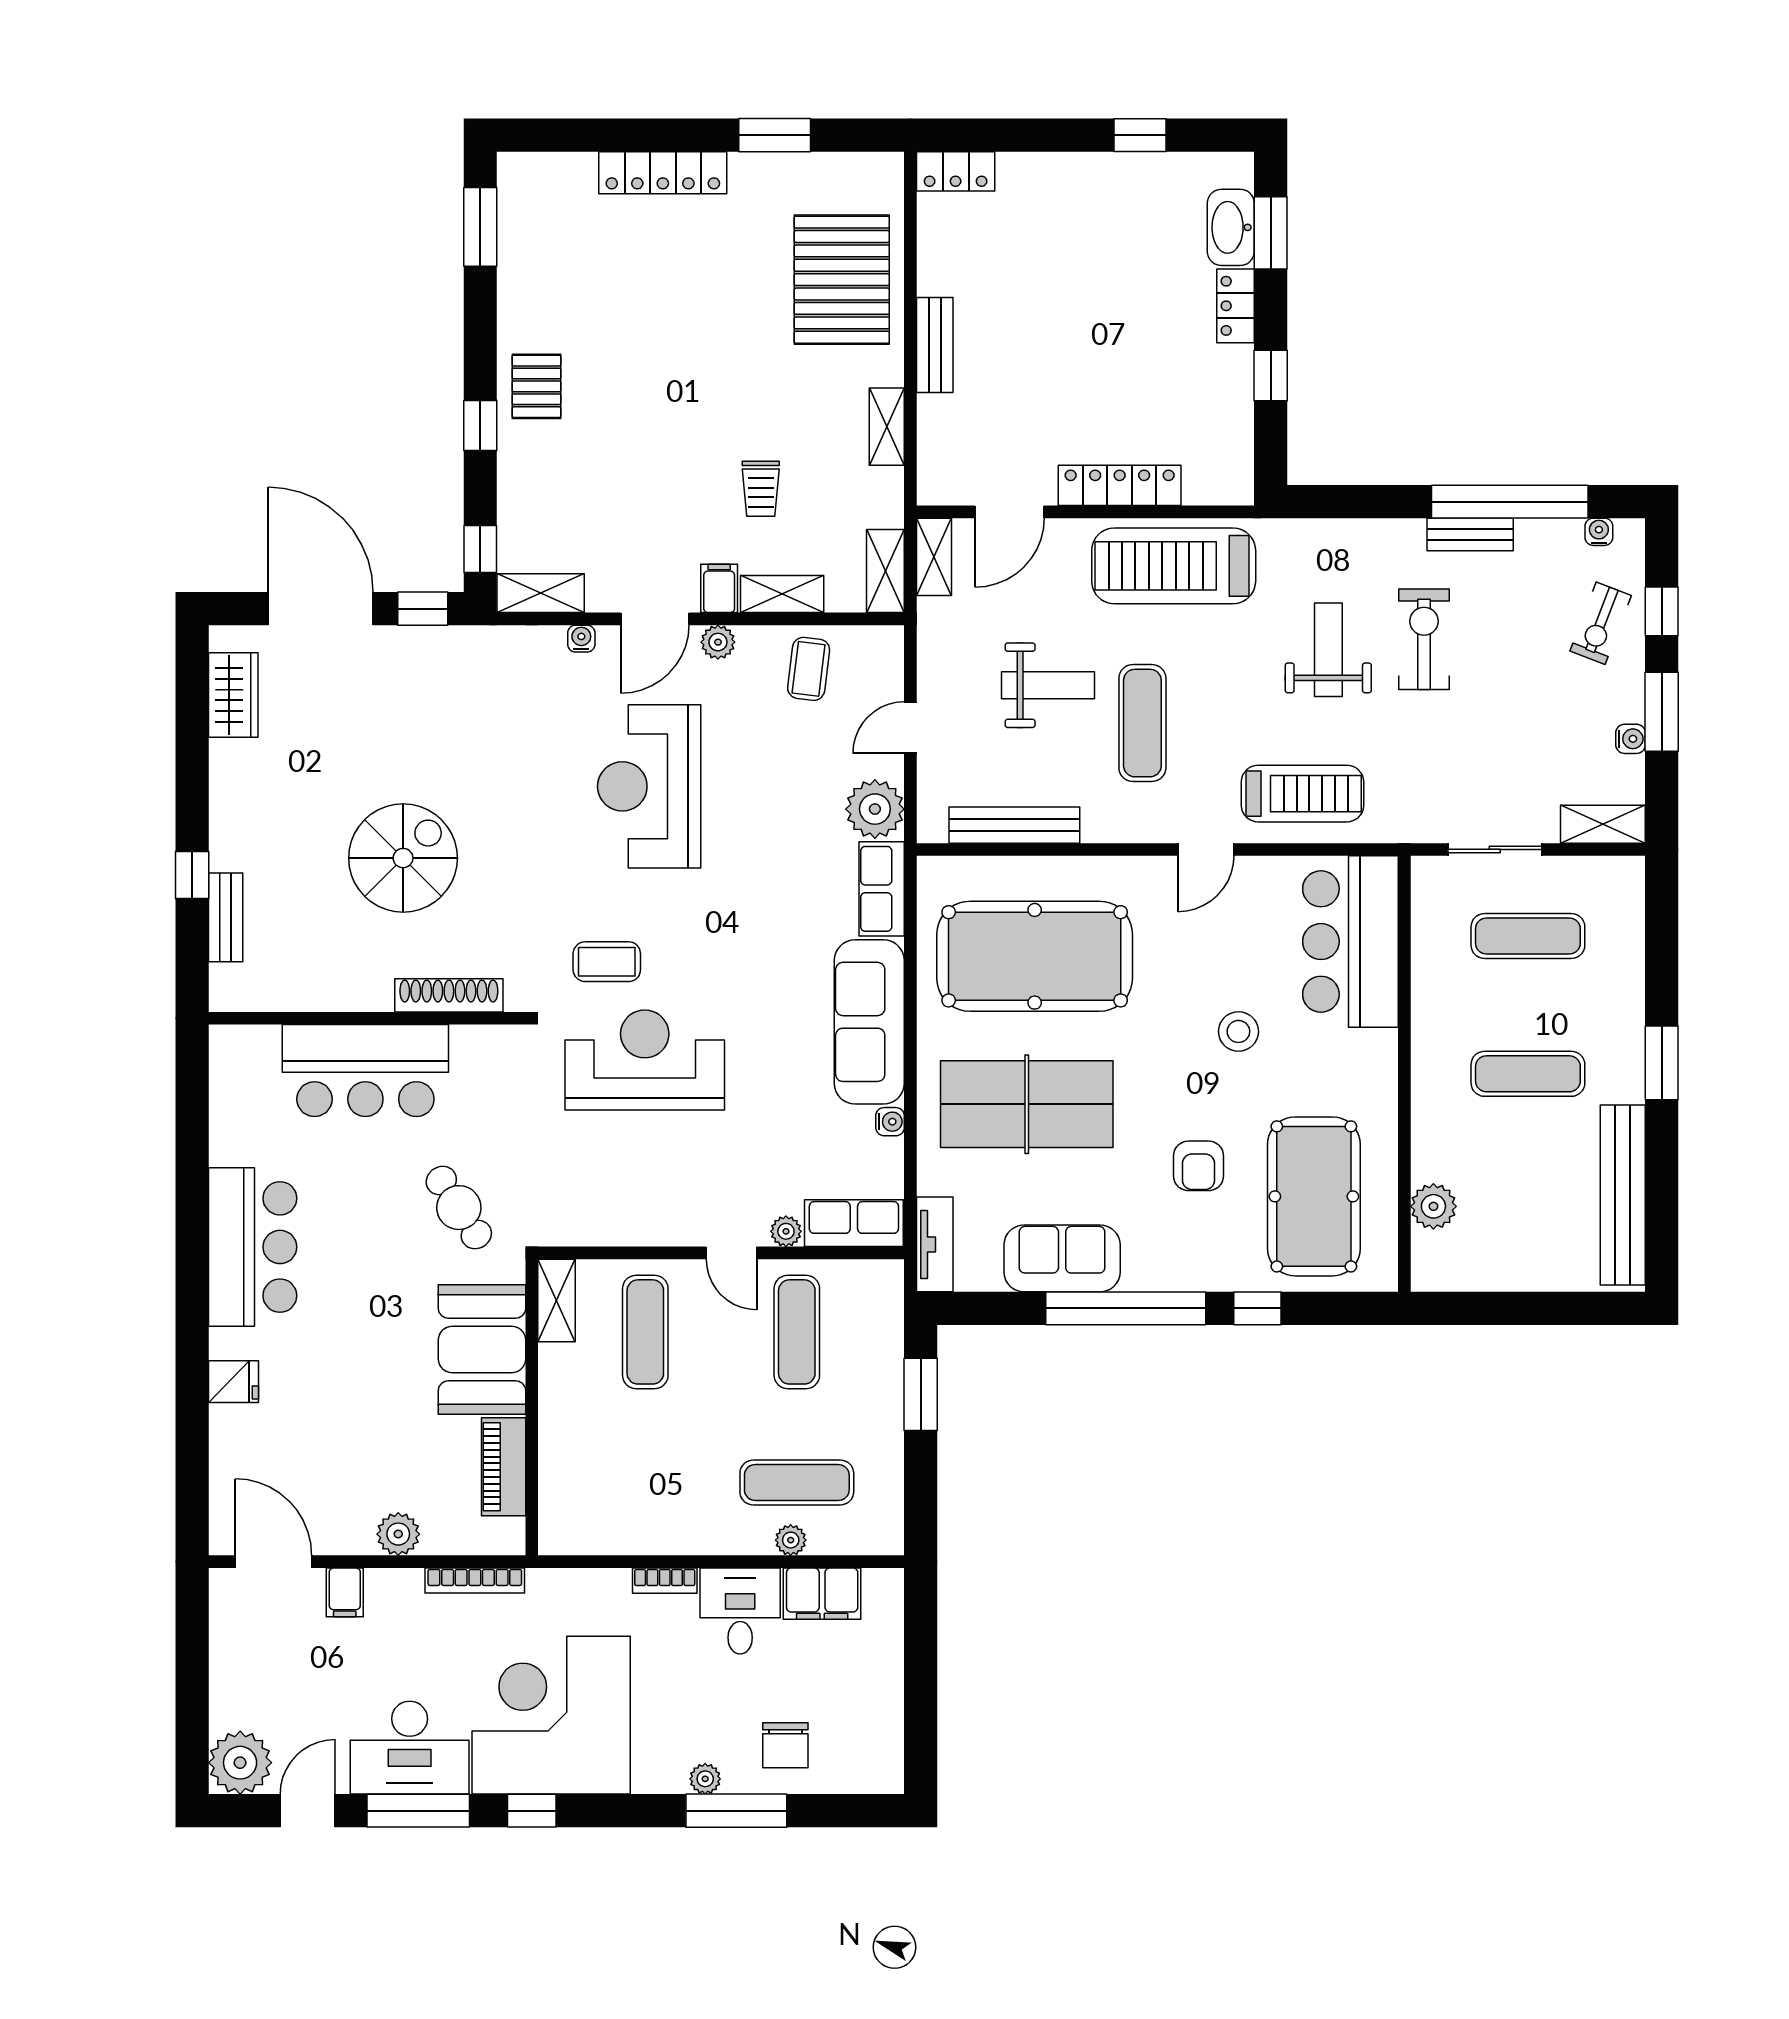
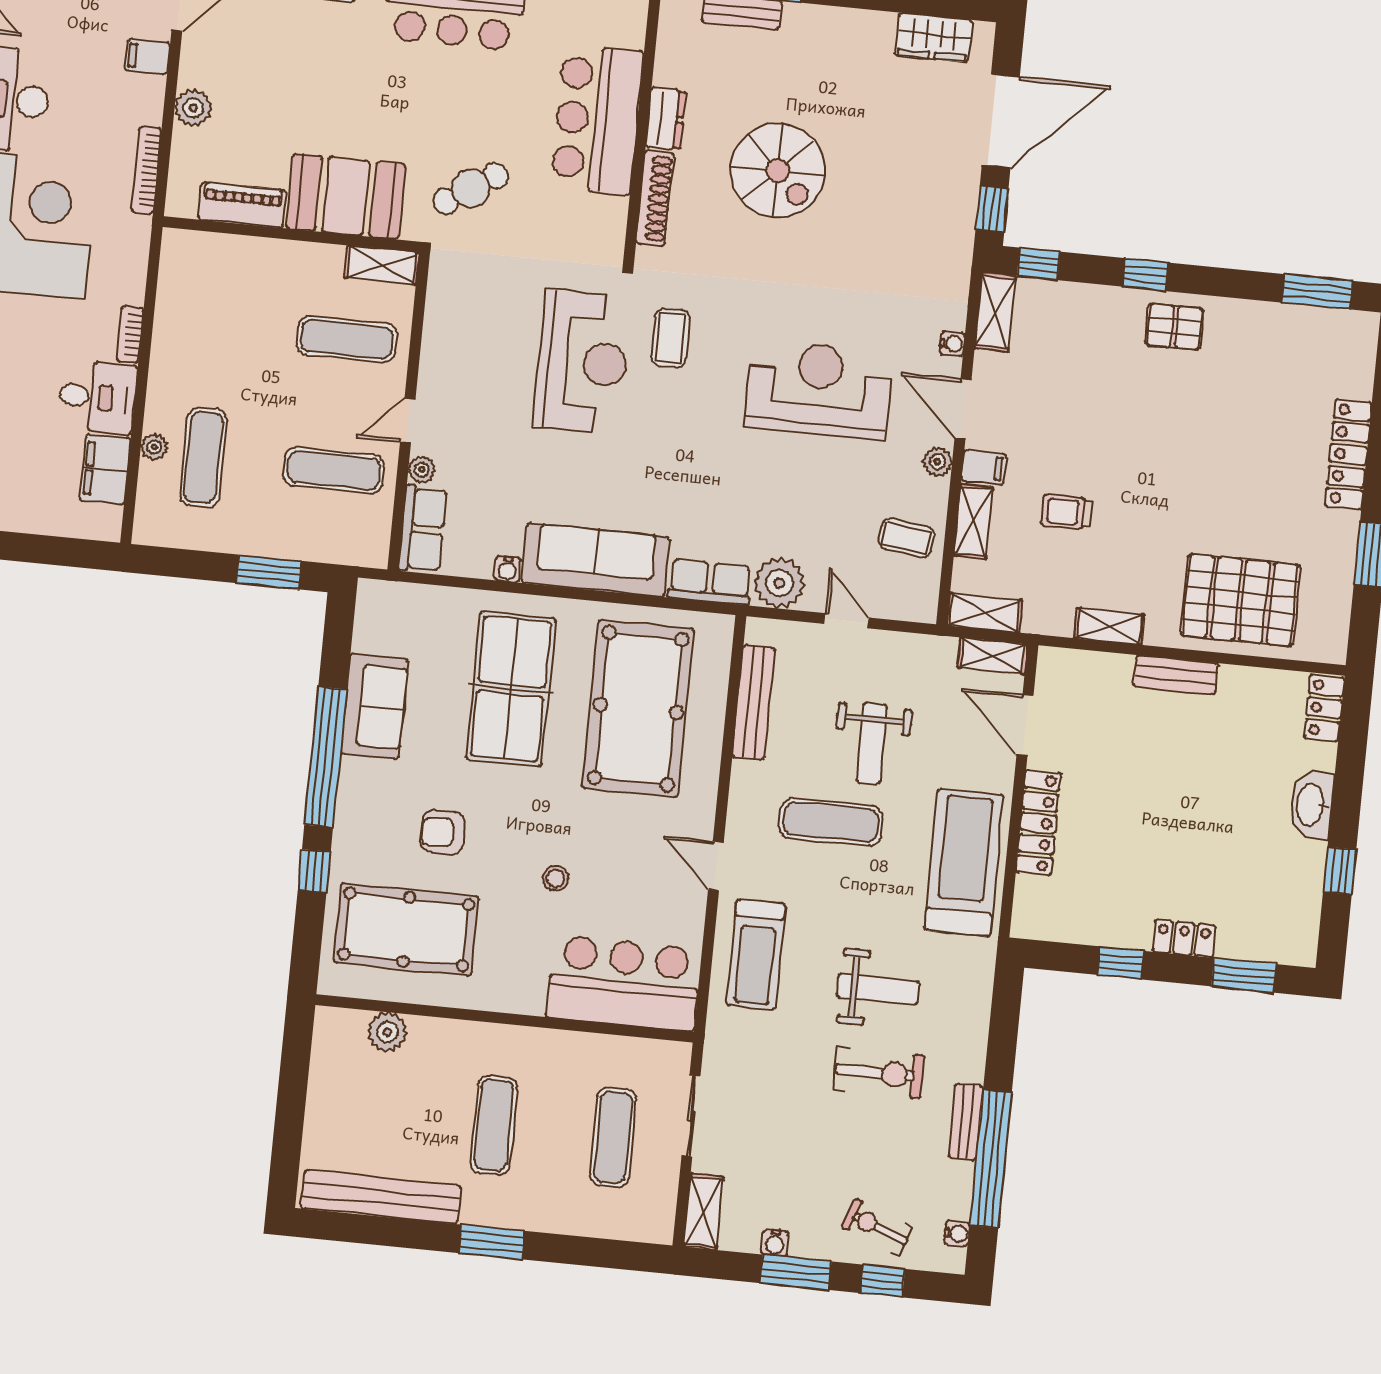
washbasin: (1231, 227) -> (1311, 805), moved, turned -90
dresser: (356, 992) -> (666, 119), added
stool: (1238, 1031) -> (556, 878), width x0.73, depth x0.73
tv unit: (935, 1244) -> (397, 597), removed

